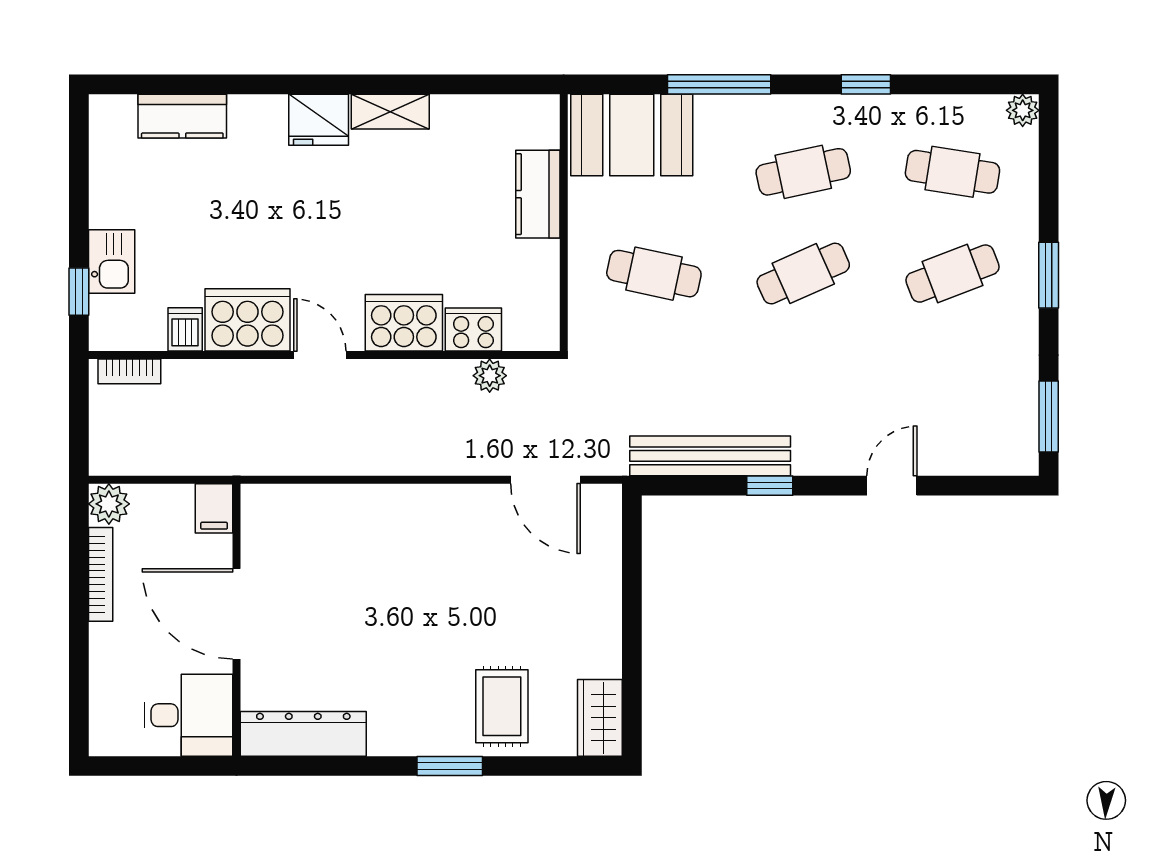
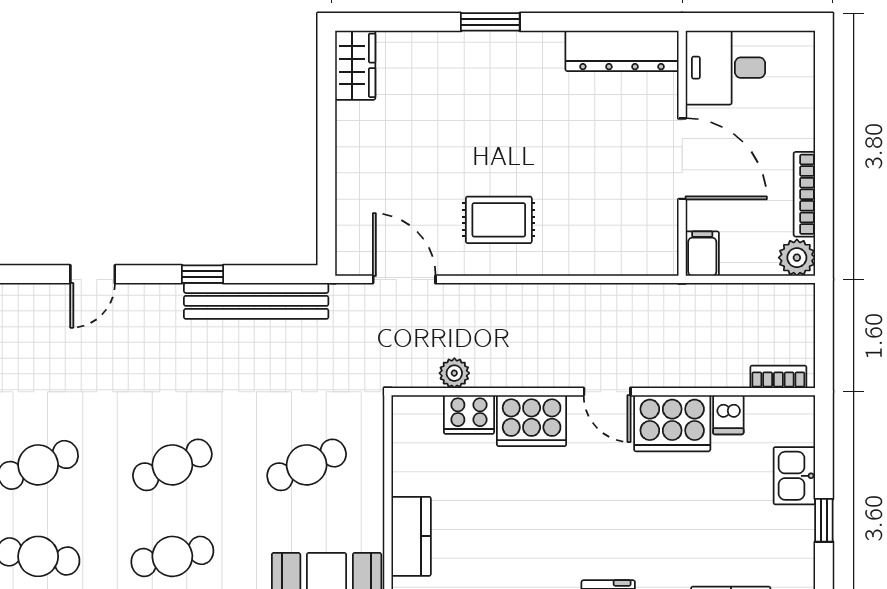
cafe table: (654, 274) -> (307, 465), turned -36
window: (79, 292) -> (824, 520), moved
rug: (502, 706) -> (499, 220), moved, turned 90

